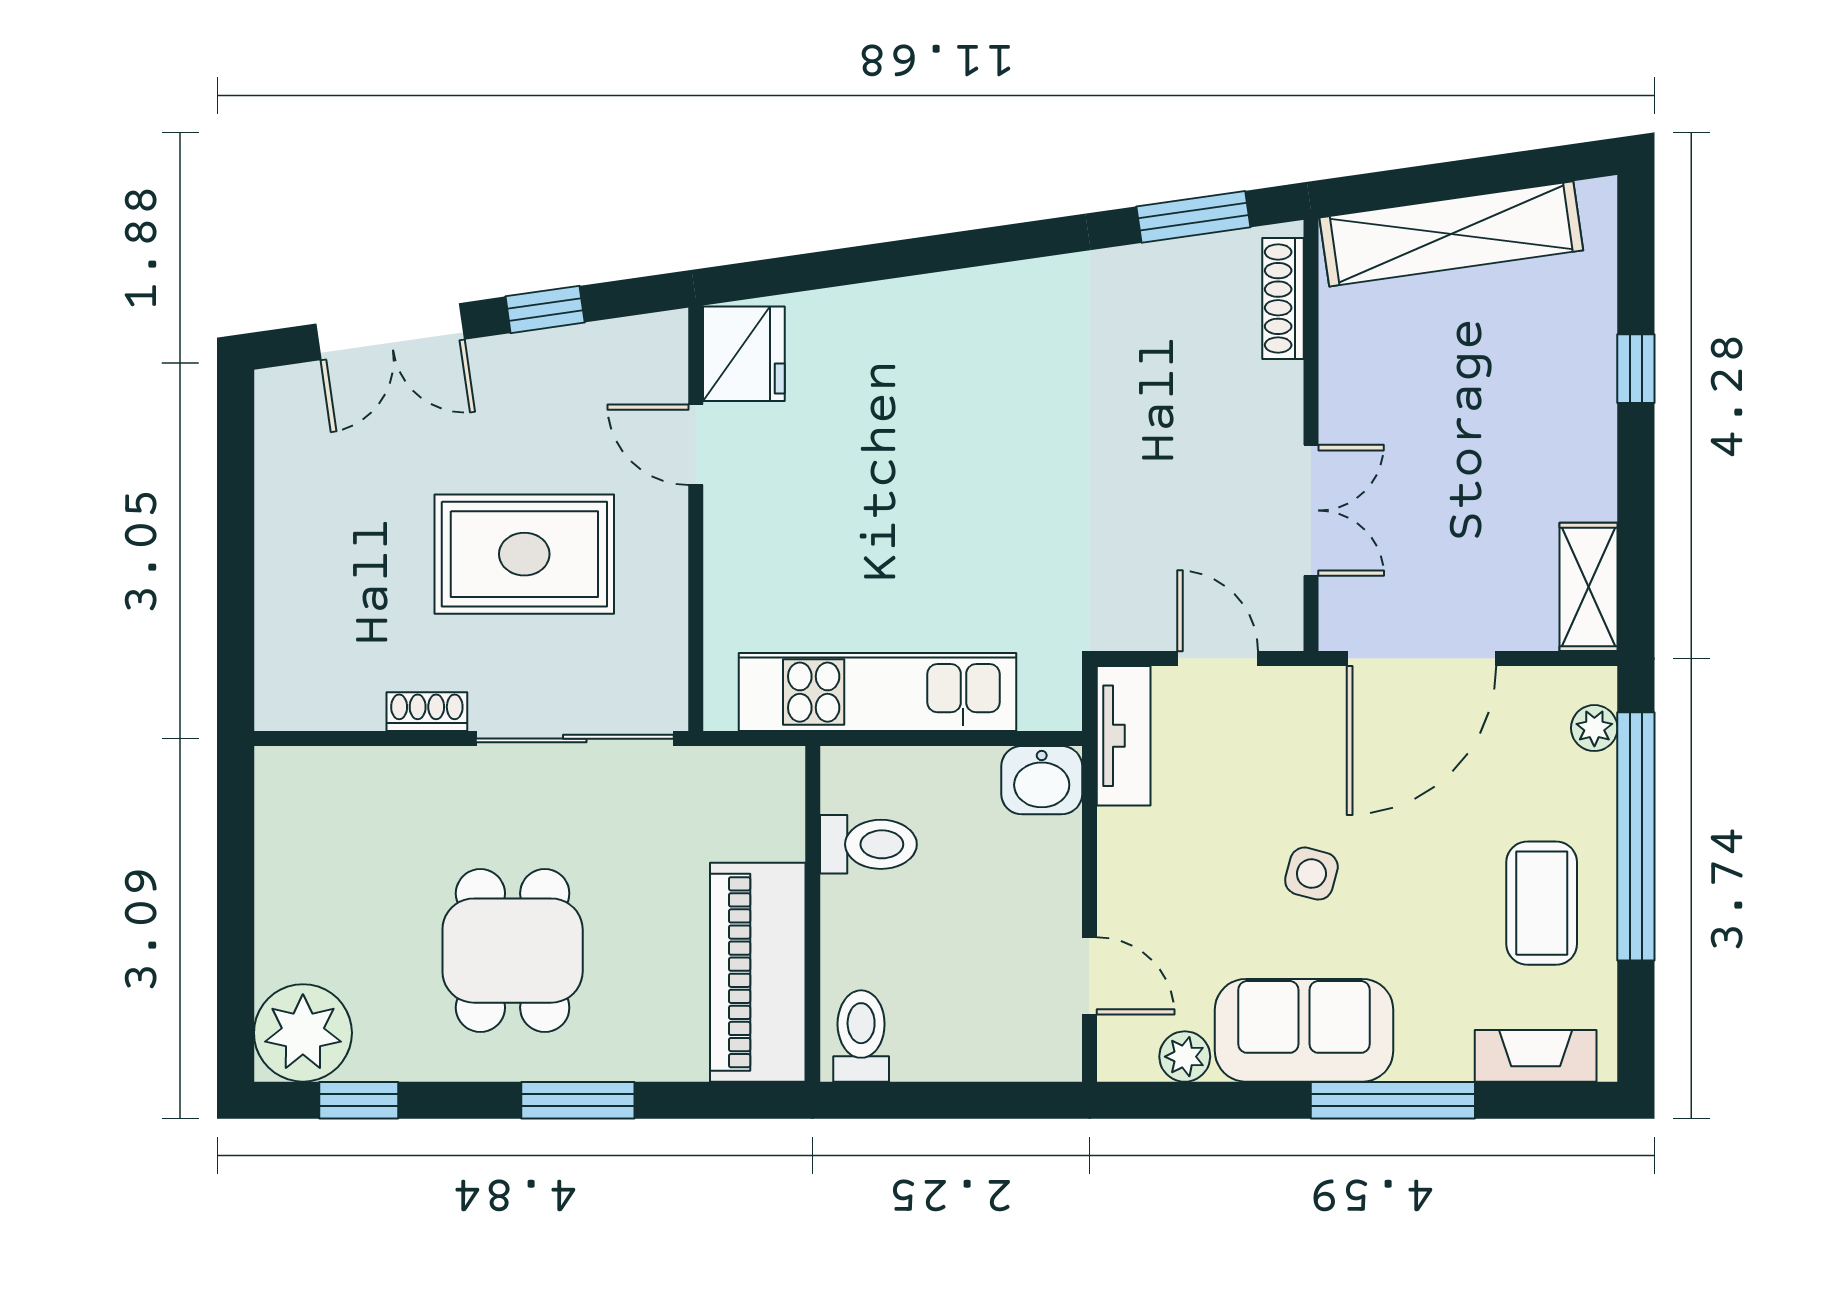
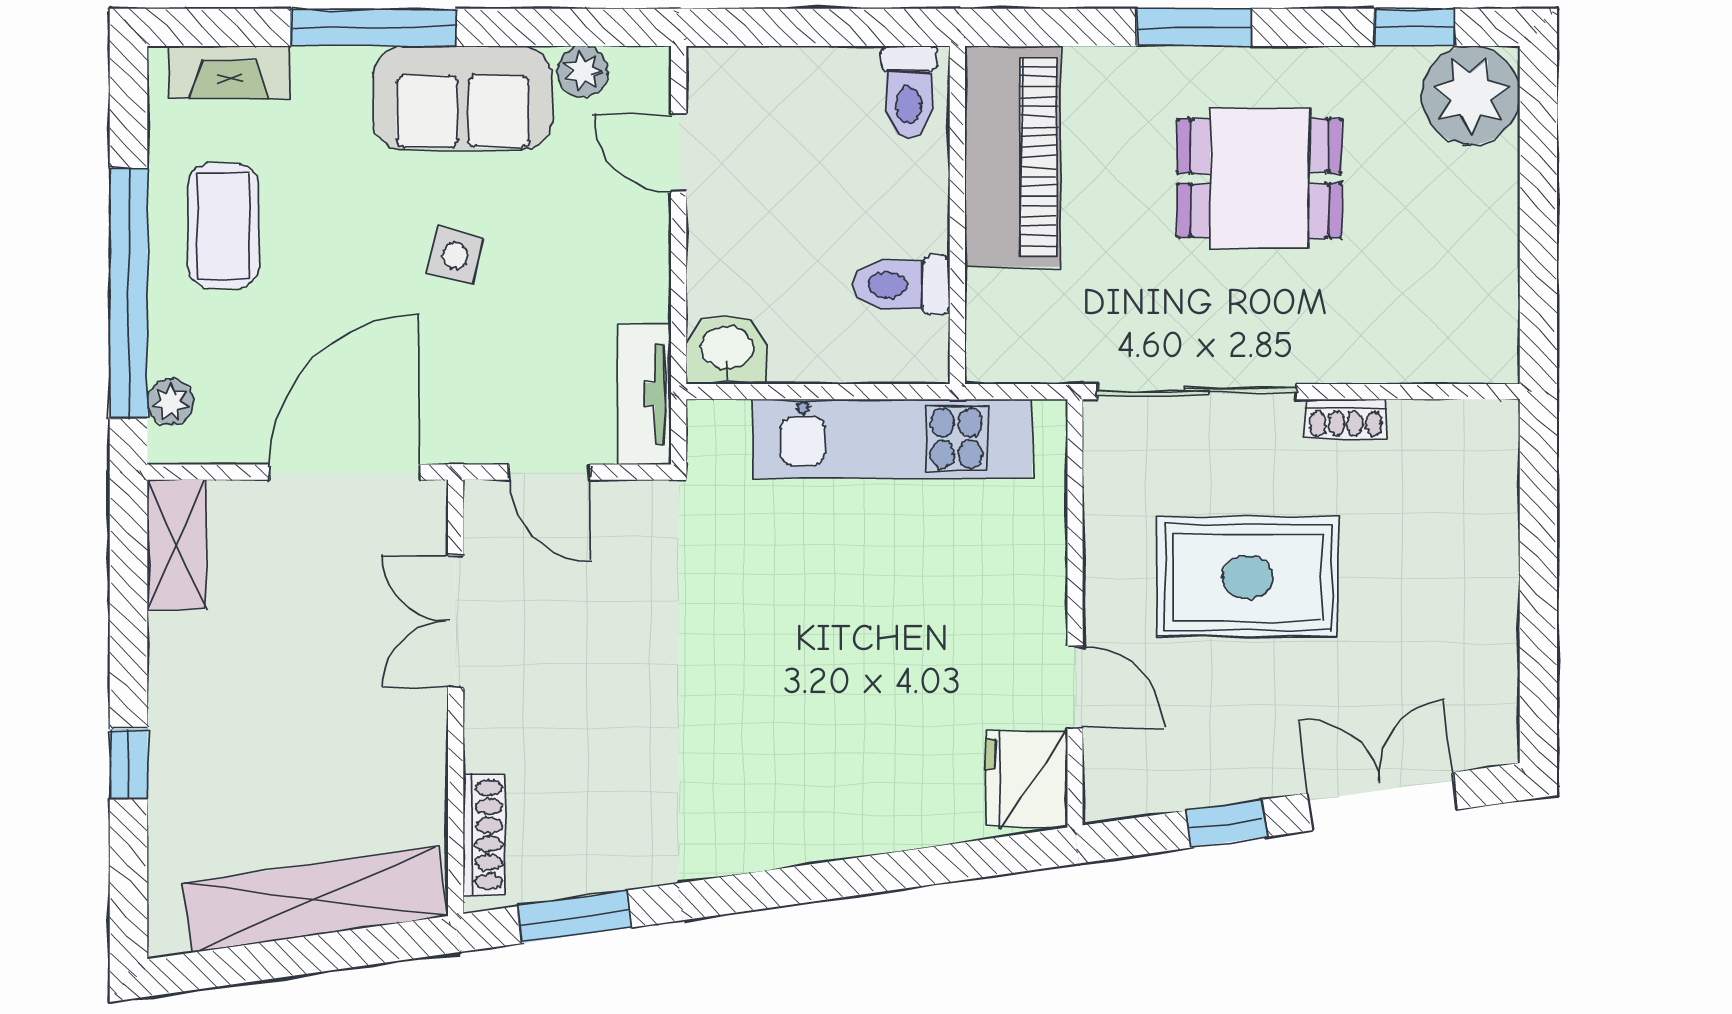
dining table: (513, 951) -> (1260, 178), turned 90

